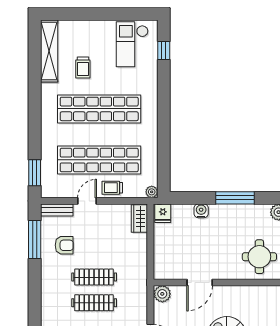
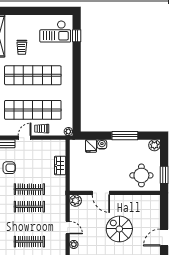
checkout: (132, 44) -> (55, 31), turned -90
fridge: (163, 213) -> (91, 146), moved
wardrobe: (139, 219) -> (60, 166), moved
door: (200, 282) -> (101, 193), hinge flipped

